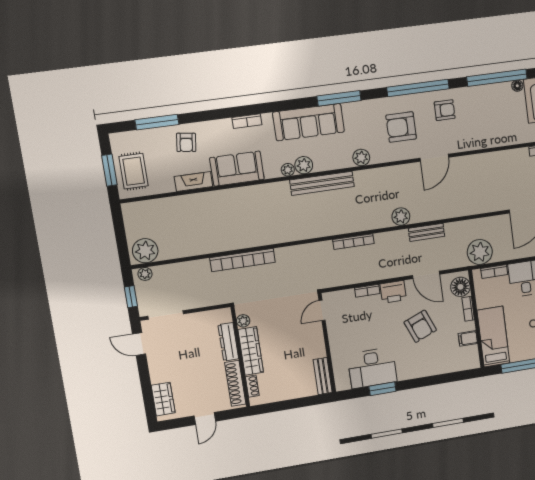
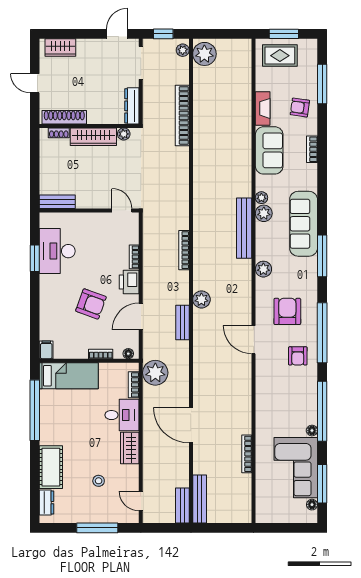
bookcase: (247, 121) -> (312, 149), moved
bookcase: (243, 260) -> (182, 115), moved
floor lamp: (460, 287) -> (128, 354), width x0.53, depth x0.53
armchair: (420, 326) -> (91, 304), turned -138
filing cabinet: (468, 338) -> (46, 350), moved
dresser: (228, 342) -> (132, 106), moved, turned -90

